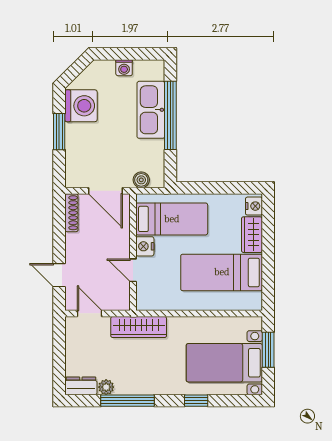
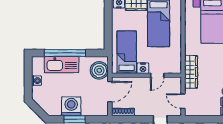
washing machine: (81, 106) -> (71, 106), moved
boiler: (141, 180) -> (99, 70), width x1.86, depth x1.86
door: (90, 313) -> (183, 101), hinge flipped

